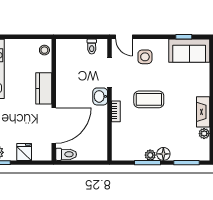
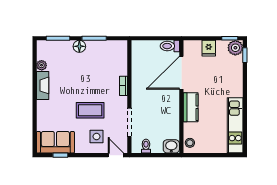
washbasin: (100, 96) -> (171, 146), moved, turned -90
coffee table: (149, 99) -> (90, 110), moved
plant: (150, 155) -> (92, 45), removed

